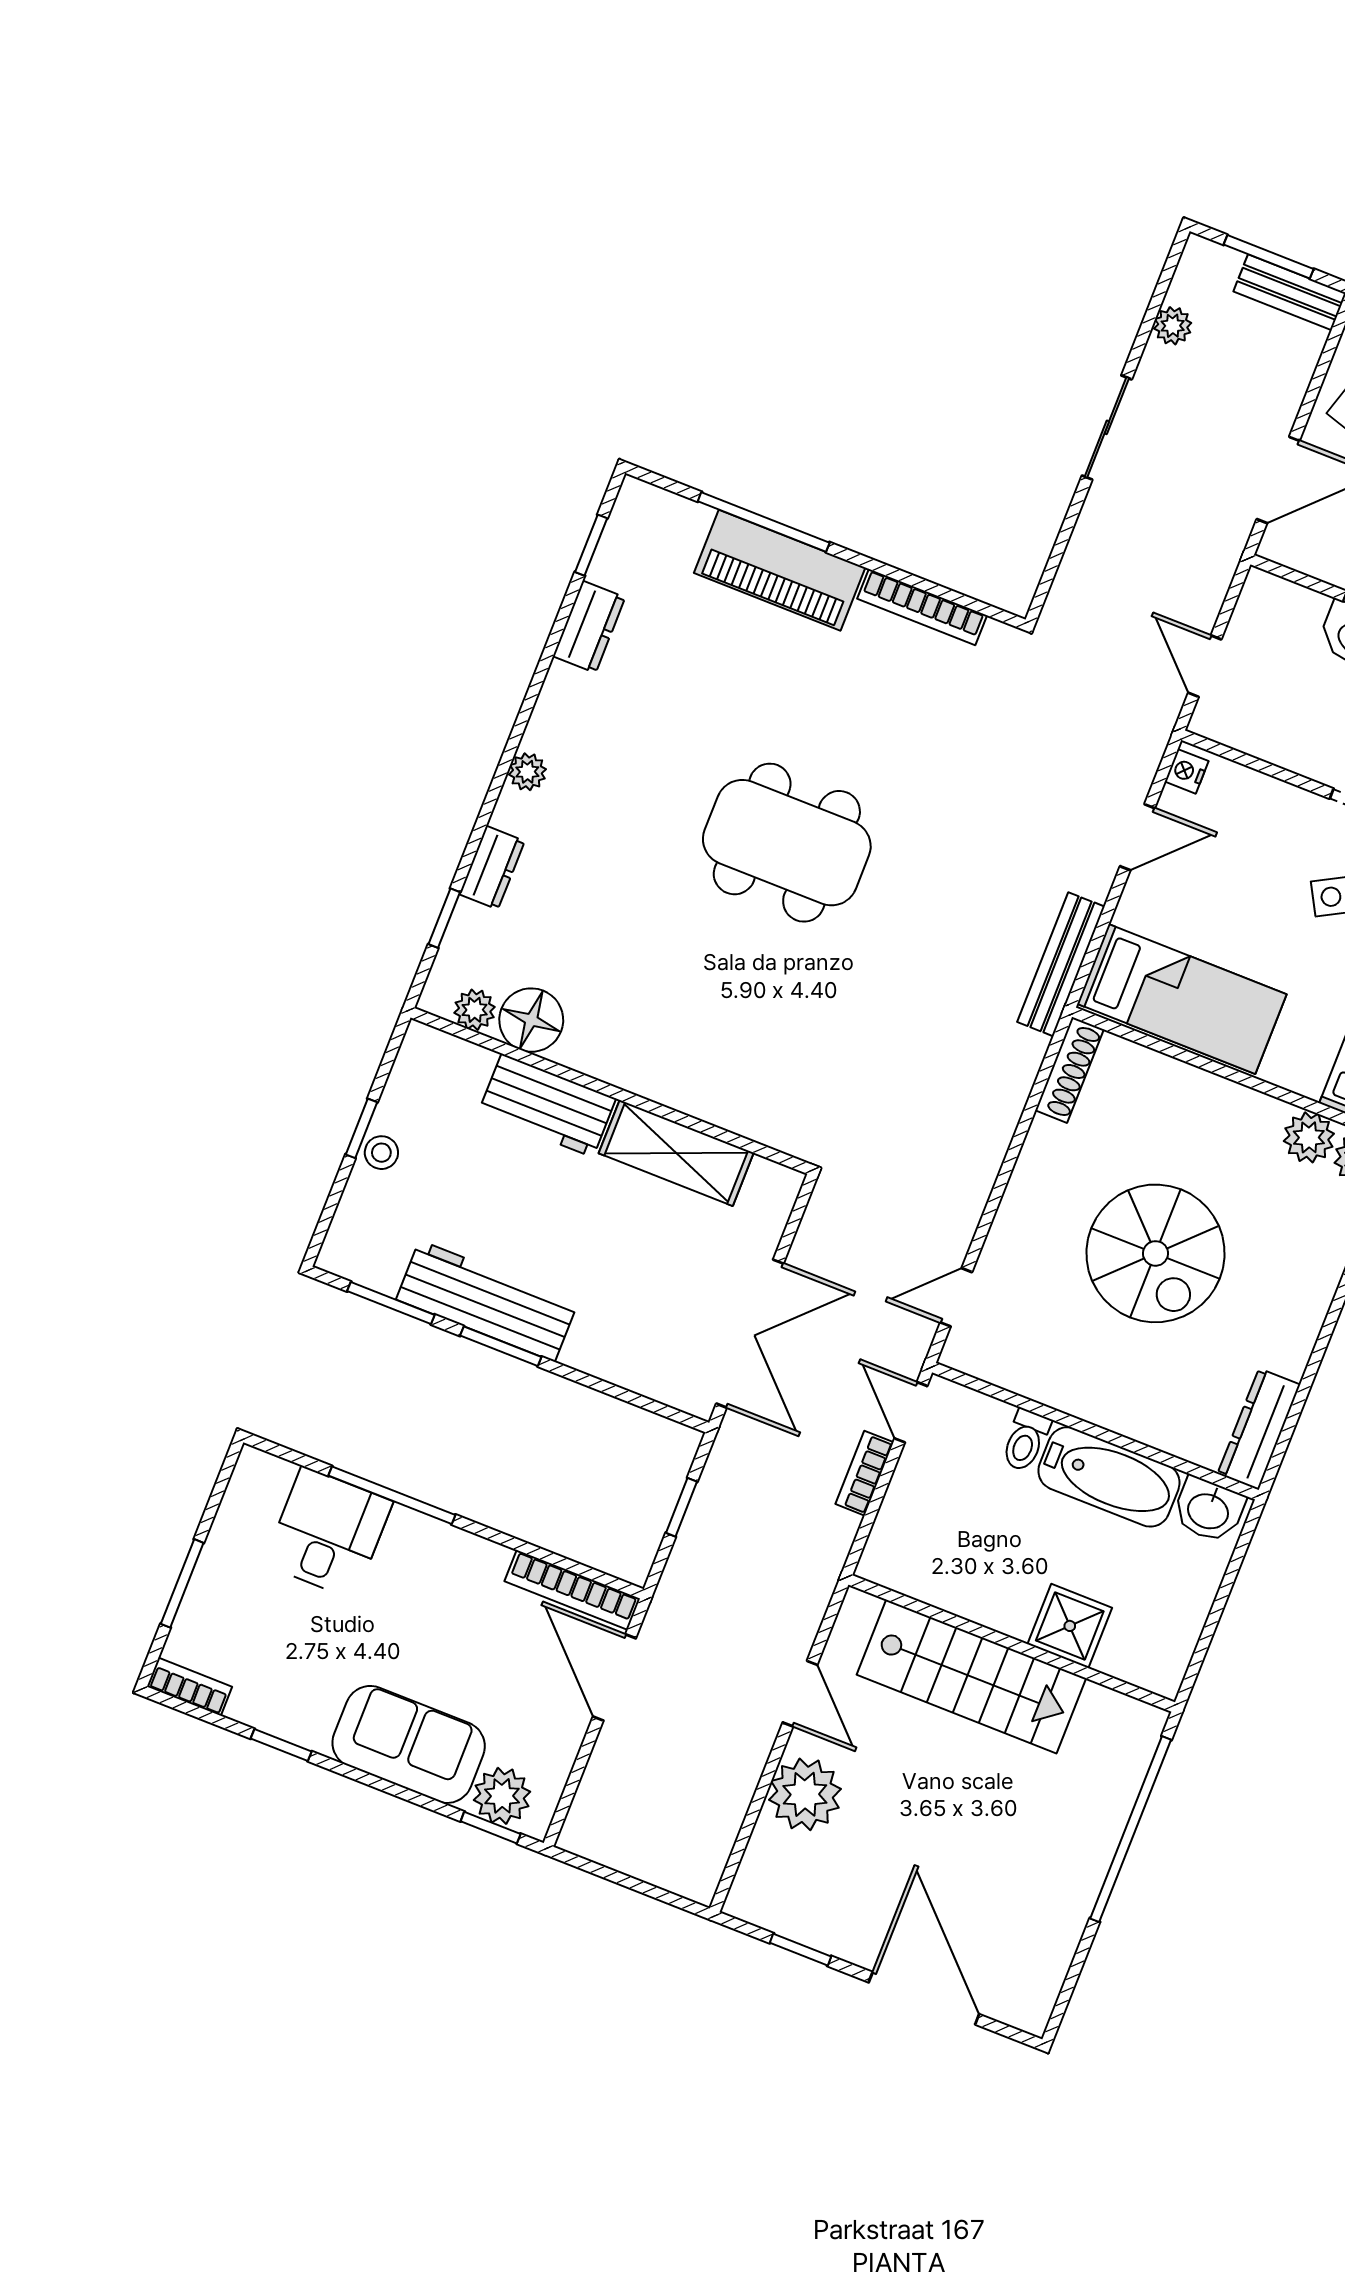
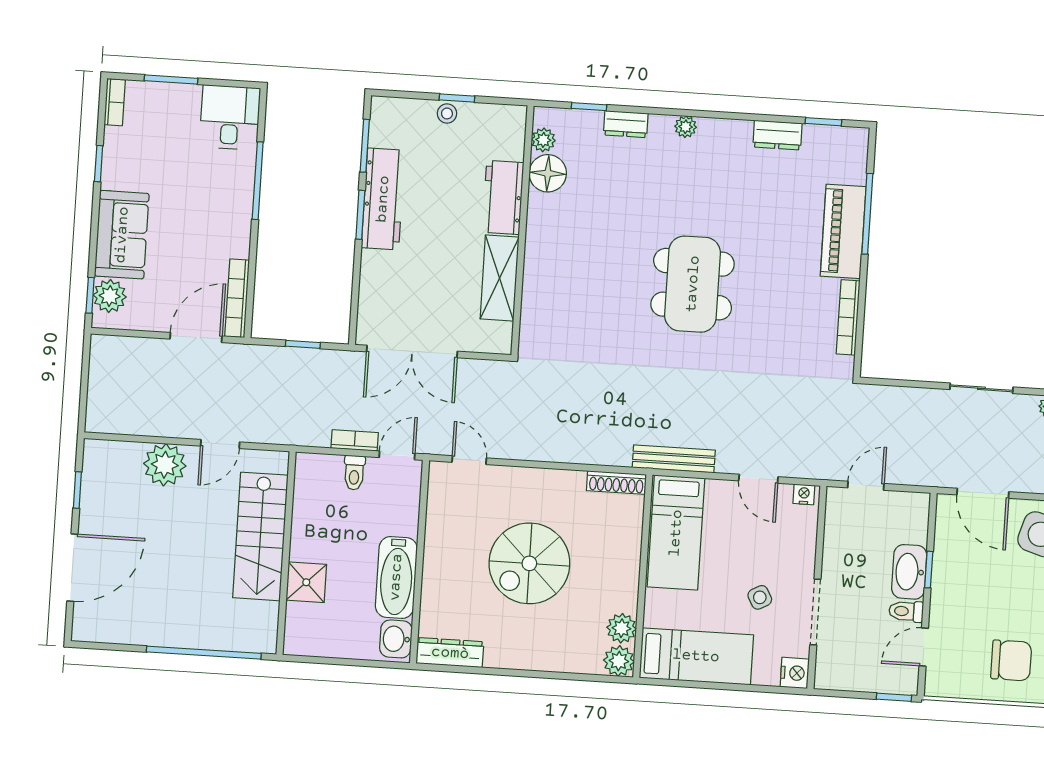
toilet: (1026, 1440) -> (354, 473), moved, turned -90
desk: (328, 1533) -> (230, 117), moved, turned -90

